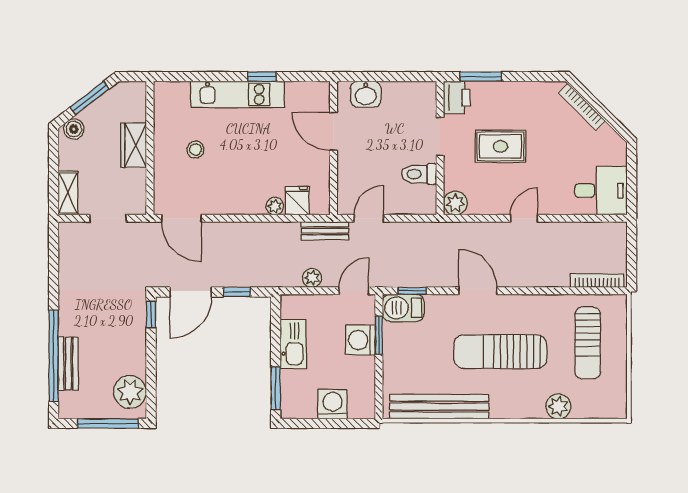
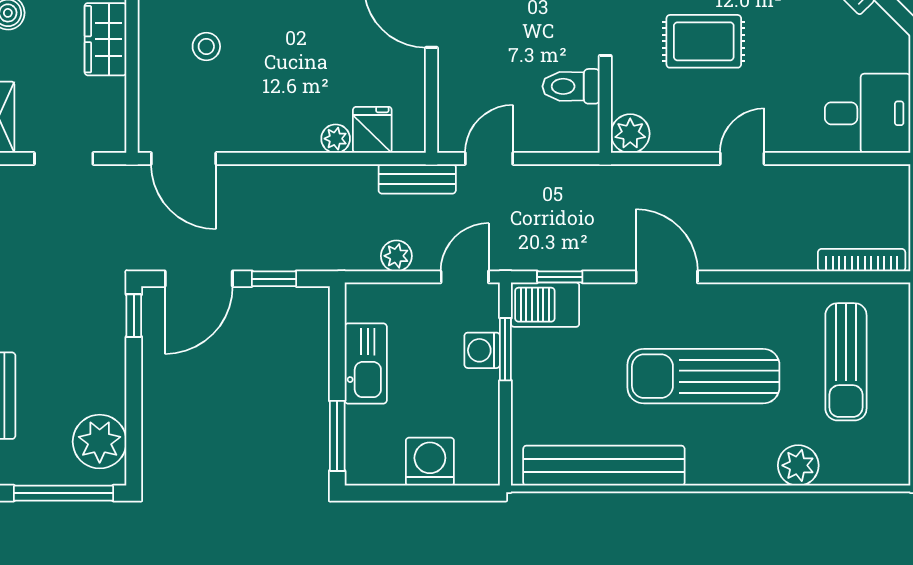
washing machine: (360, 340) -> (482, 350), width x0.73, depth x0.73

